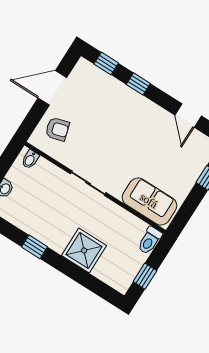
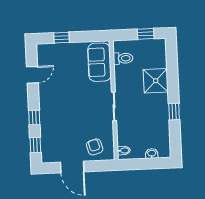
toilet: (150, 240) -> (123, 58), moved

